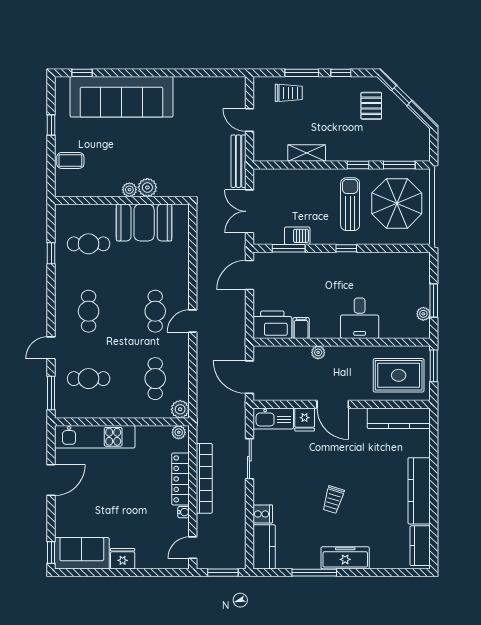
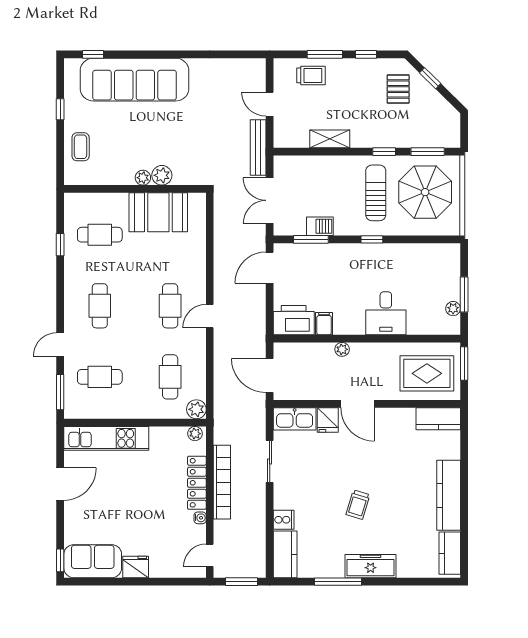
coffee table: (70, 160) -> (81, 147), turned 90
kitchen counter: (399, 418) -> (438, 419), width x0.67

